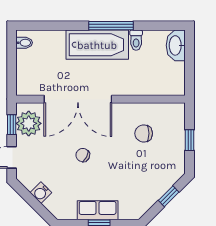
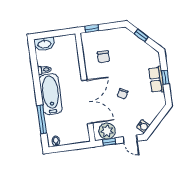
window: (111, 26) -> (42, 119), moved
window: (190, 140) -> (92, 28), moved
water cooler: (41, 193) -> (143, 126), moved

